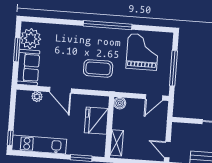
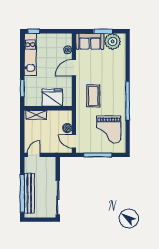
grand piano: (142, 52) -> (109, 130), turned 90
boiler: (120, 103) -> (67, 128), moved

